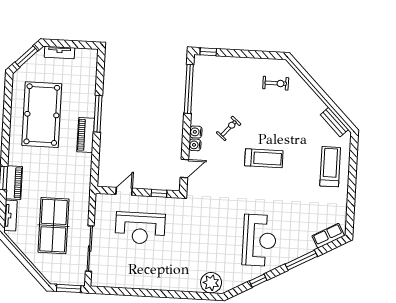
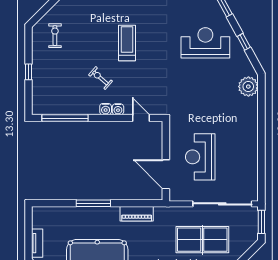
window: (208, 52) -> (29, 72), moved
piano: (86, 135) -> (137, 214), moved
door: (124, 191) -> (166, 174), width x1.87
window: (159, 193) -> (166, 141), removed
reception desk: (140, 228) -> (200, 157), turned 180
sliding door: (90, 249) -> (222, 204), width x1.36

